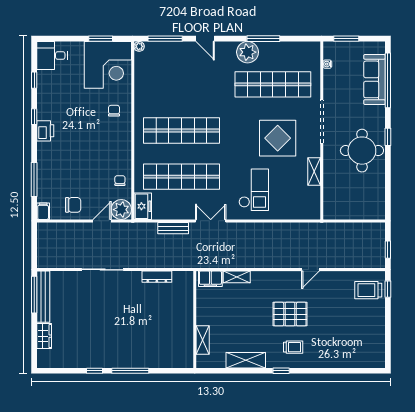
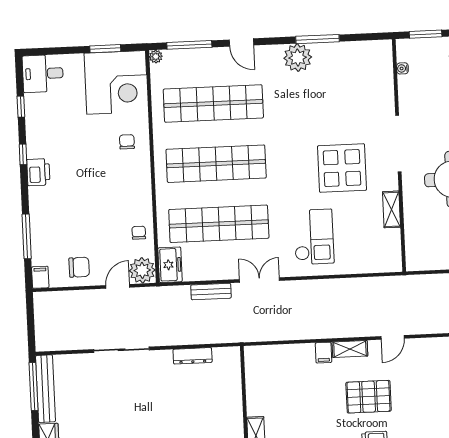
shop shelf: (273, 84) -> (213, 103), moved
shelving: (237, 277) -> (350, 349), moved
filing cabinet: (210, 279) -> (323, 353), moved, width x0.50

